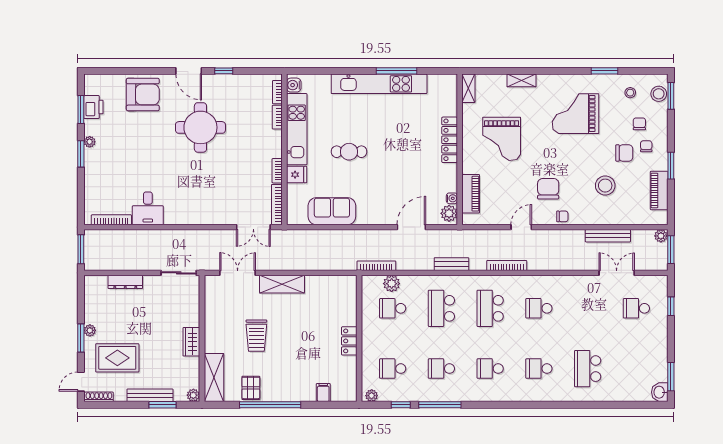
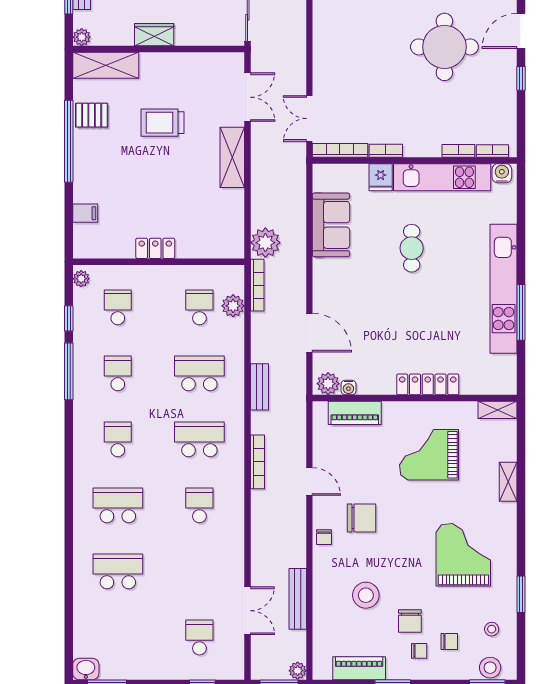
plant: (345, 260) -> (265, 243), added
school desk: (539, 369) -> (118, 505), width x1.85

